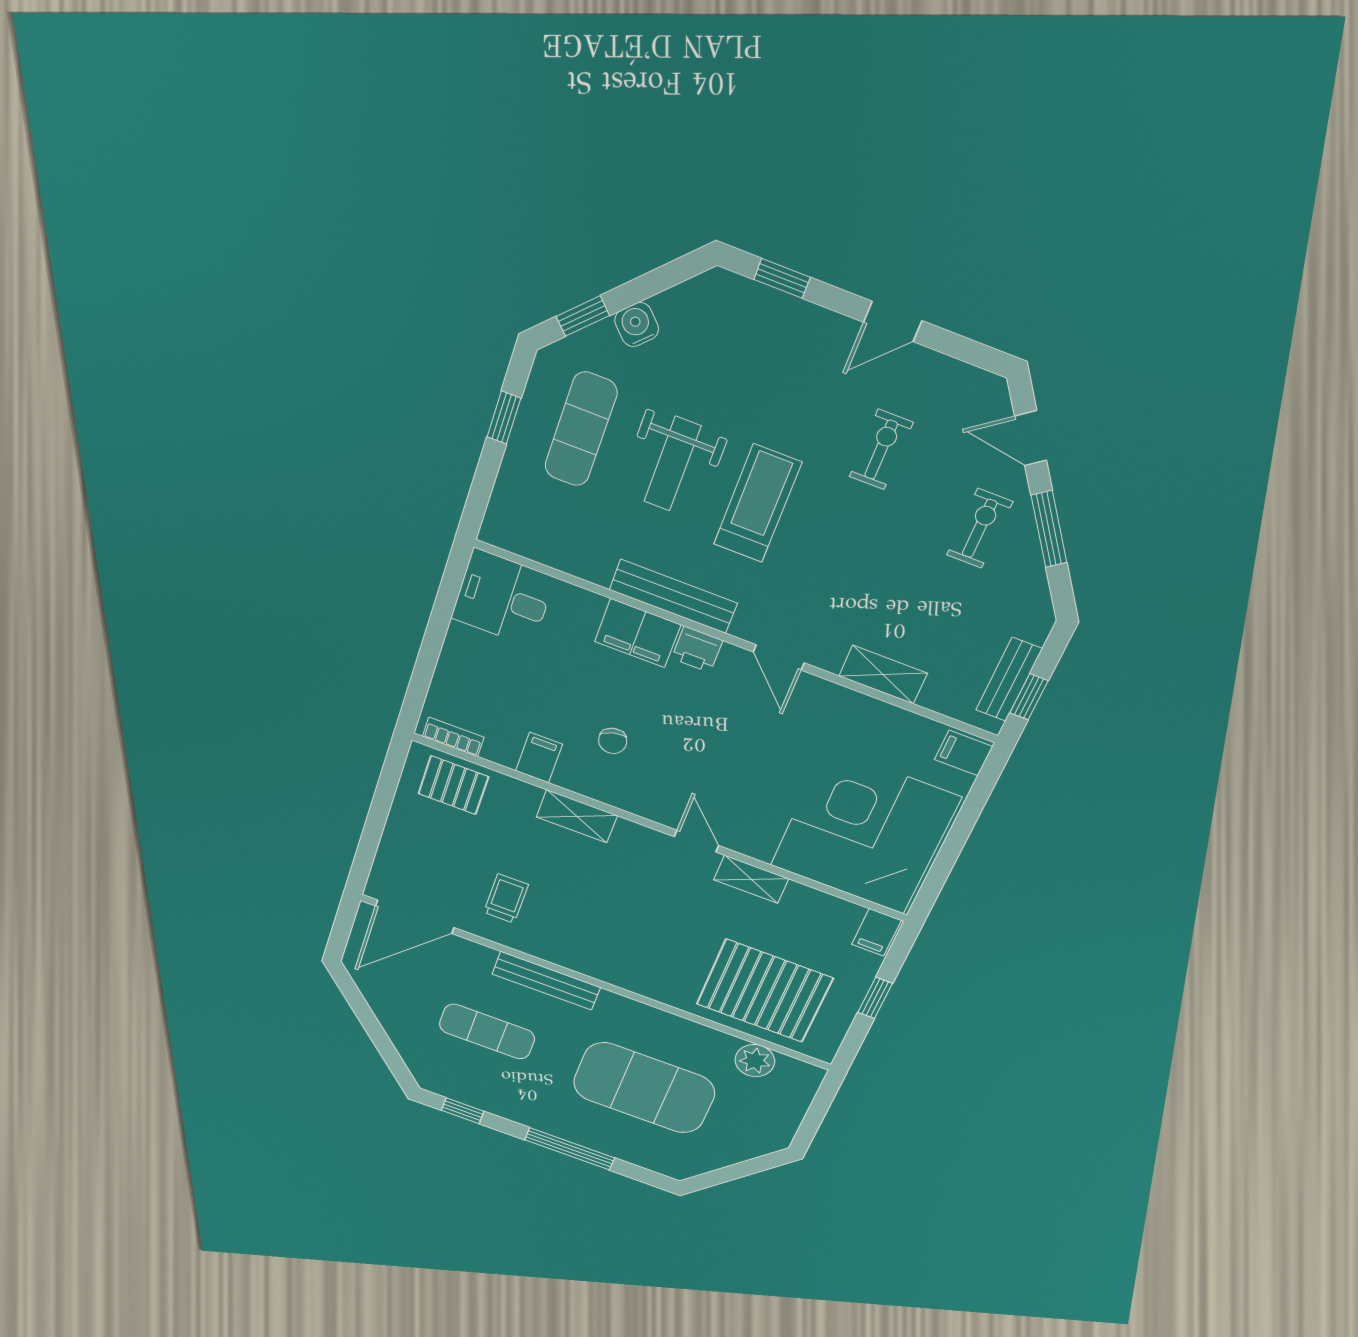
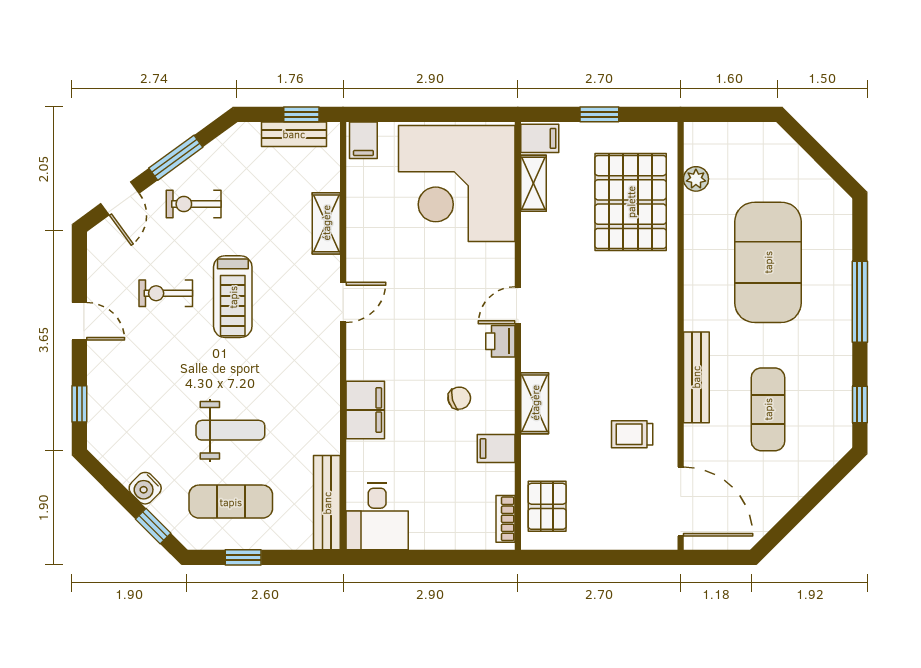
treadmill: (758, 504) -> (233, 297), moved, turned -90
bench: (673, 596) -> (327, 503), moved
printer: (697, 649) -> (500, 341), moved, turned 180
shelving: (751, 879) -> (534, 183), moved
plant: (755, 1061) -> (696, 179), width x0.73, depth x0.73

